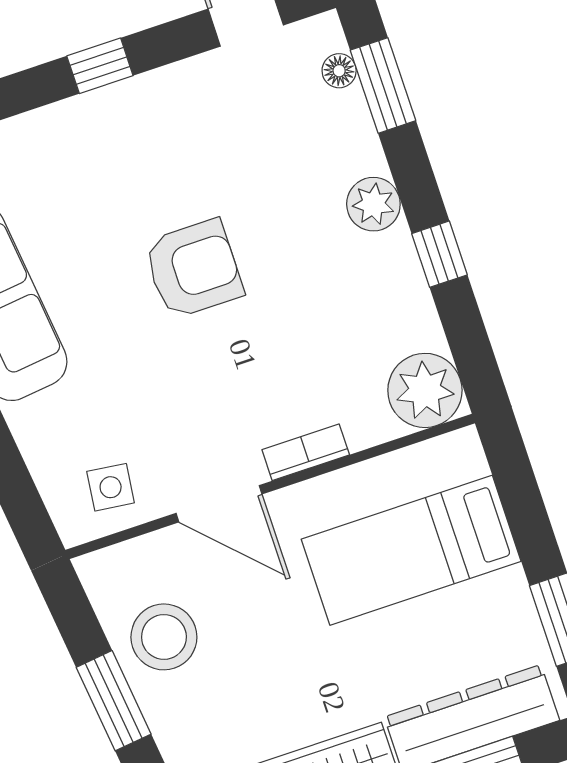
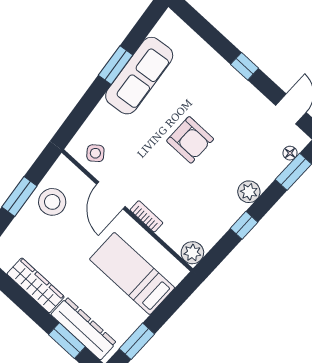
plant: (425, 390) -> (192, 253), width x0.73, depth x0.73
side table: (111, 487) -> (95, 153), turned 45

